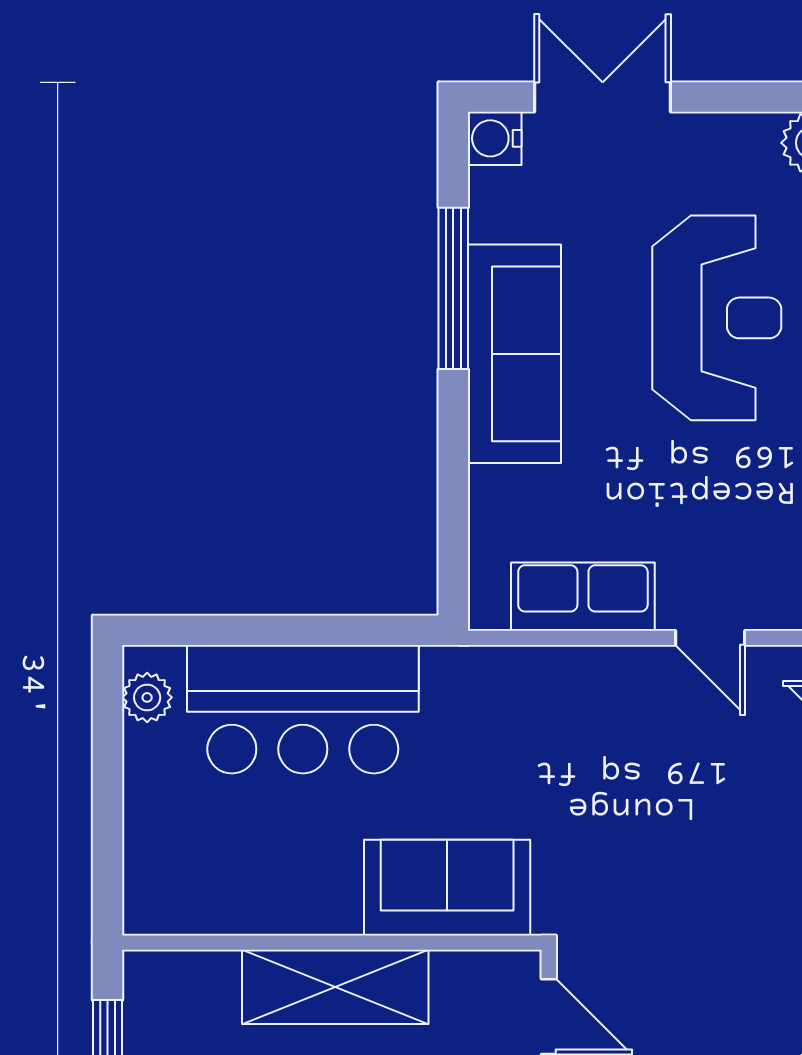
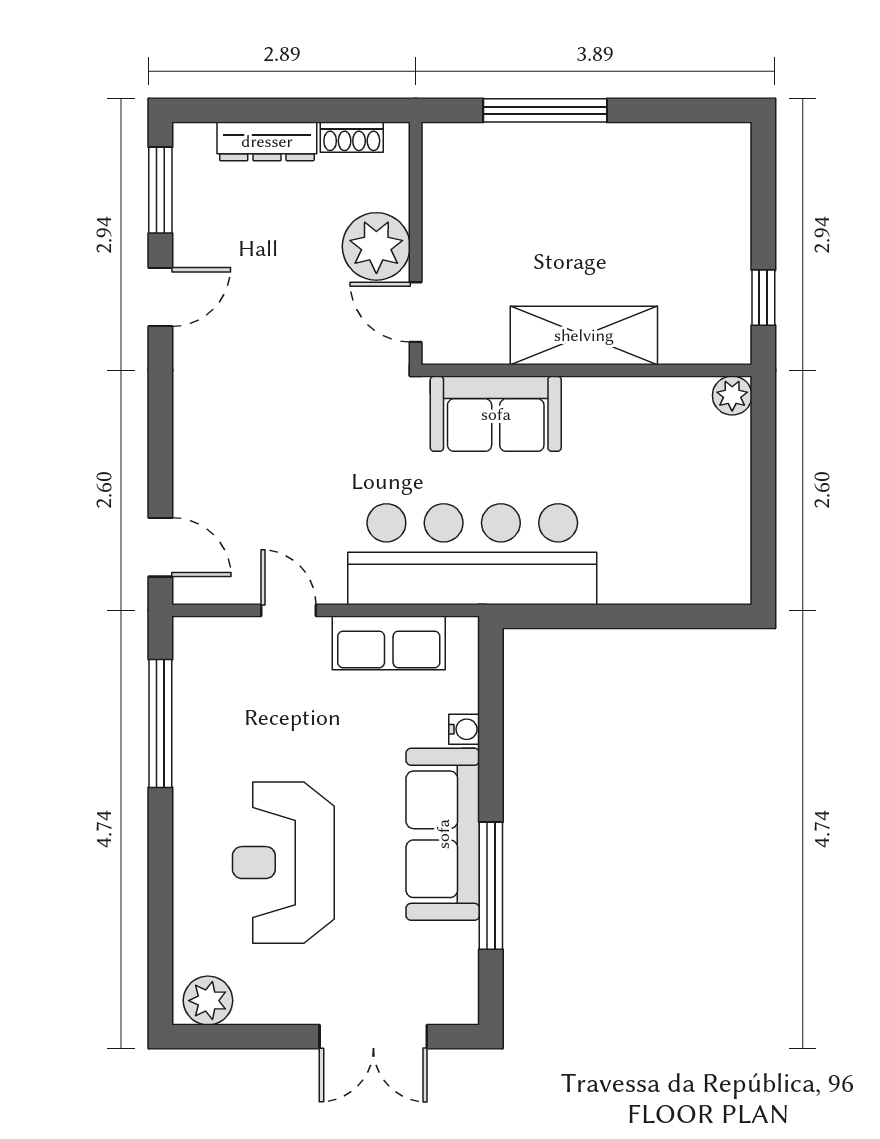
water cooler: (495, 138) -> (464, 729), moved, width x0.72, depth x0.72
plant: (147, 697) -> (732, 396), moved
bar counter: (303, 709) -> (472, 554), moved, width x1.36

